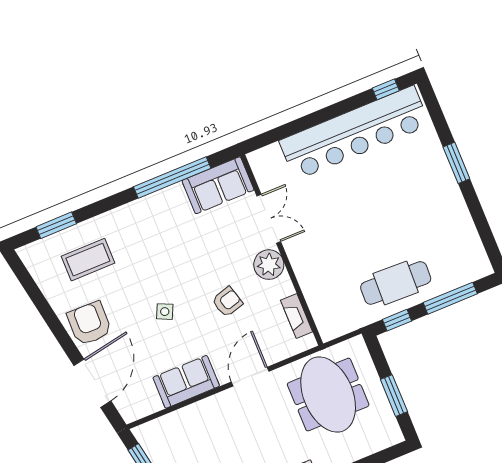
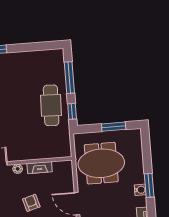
plant: (269, 265) -> (18, 169), width x0.53, depth x0.53
fireplace: (297, 316) -> (40, 168), moved

